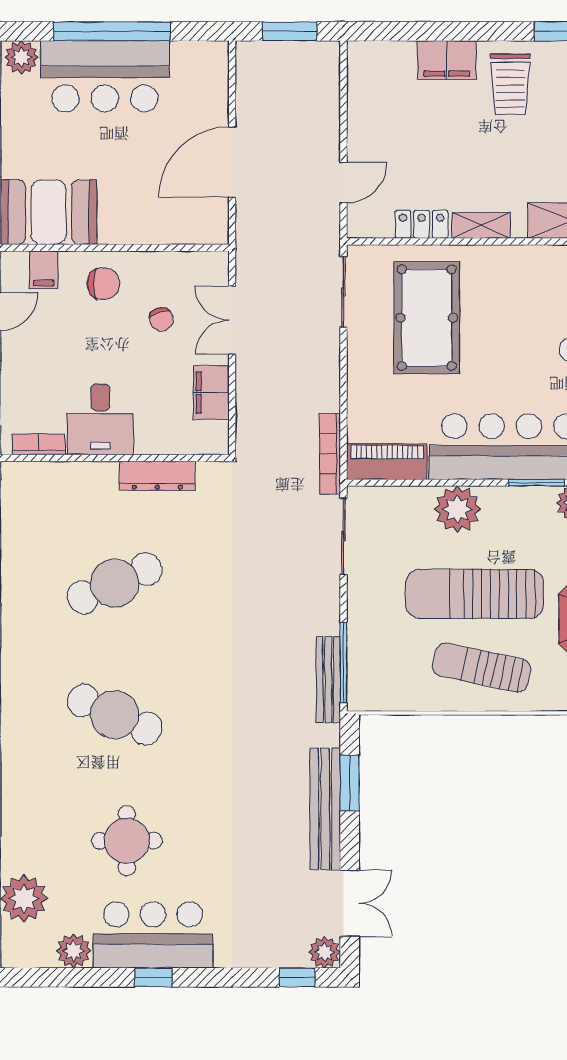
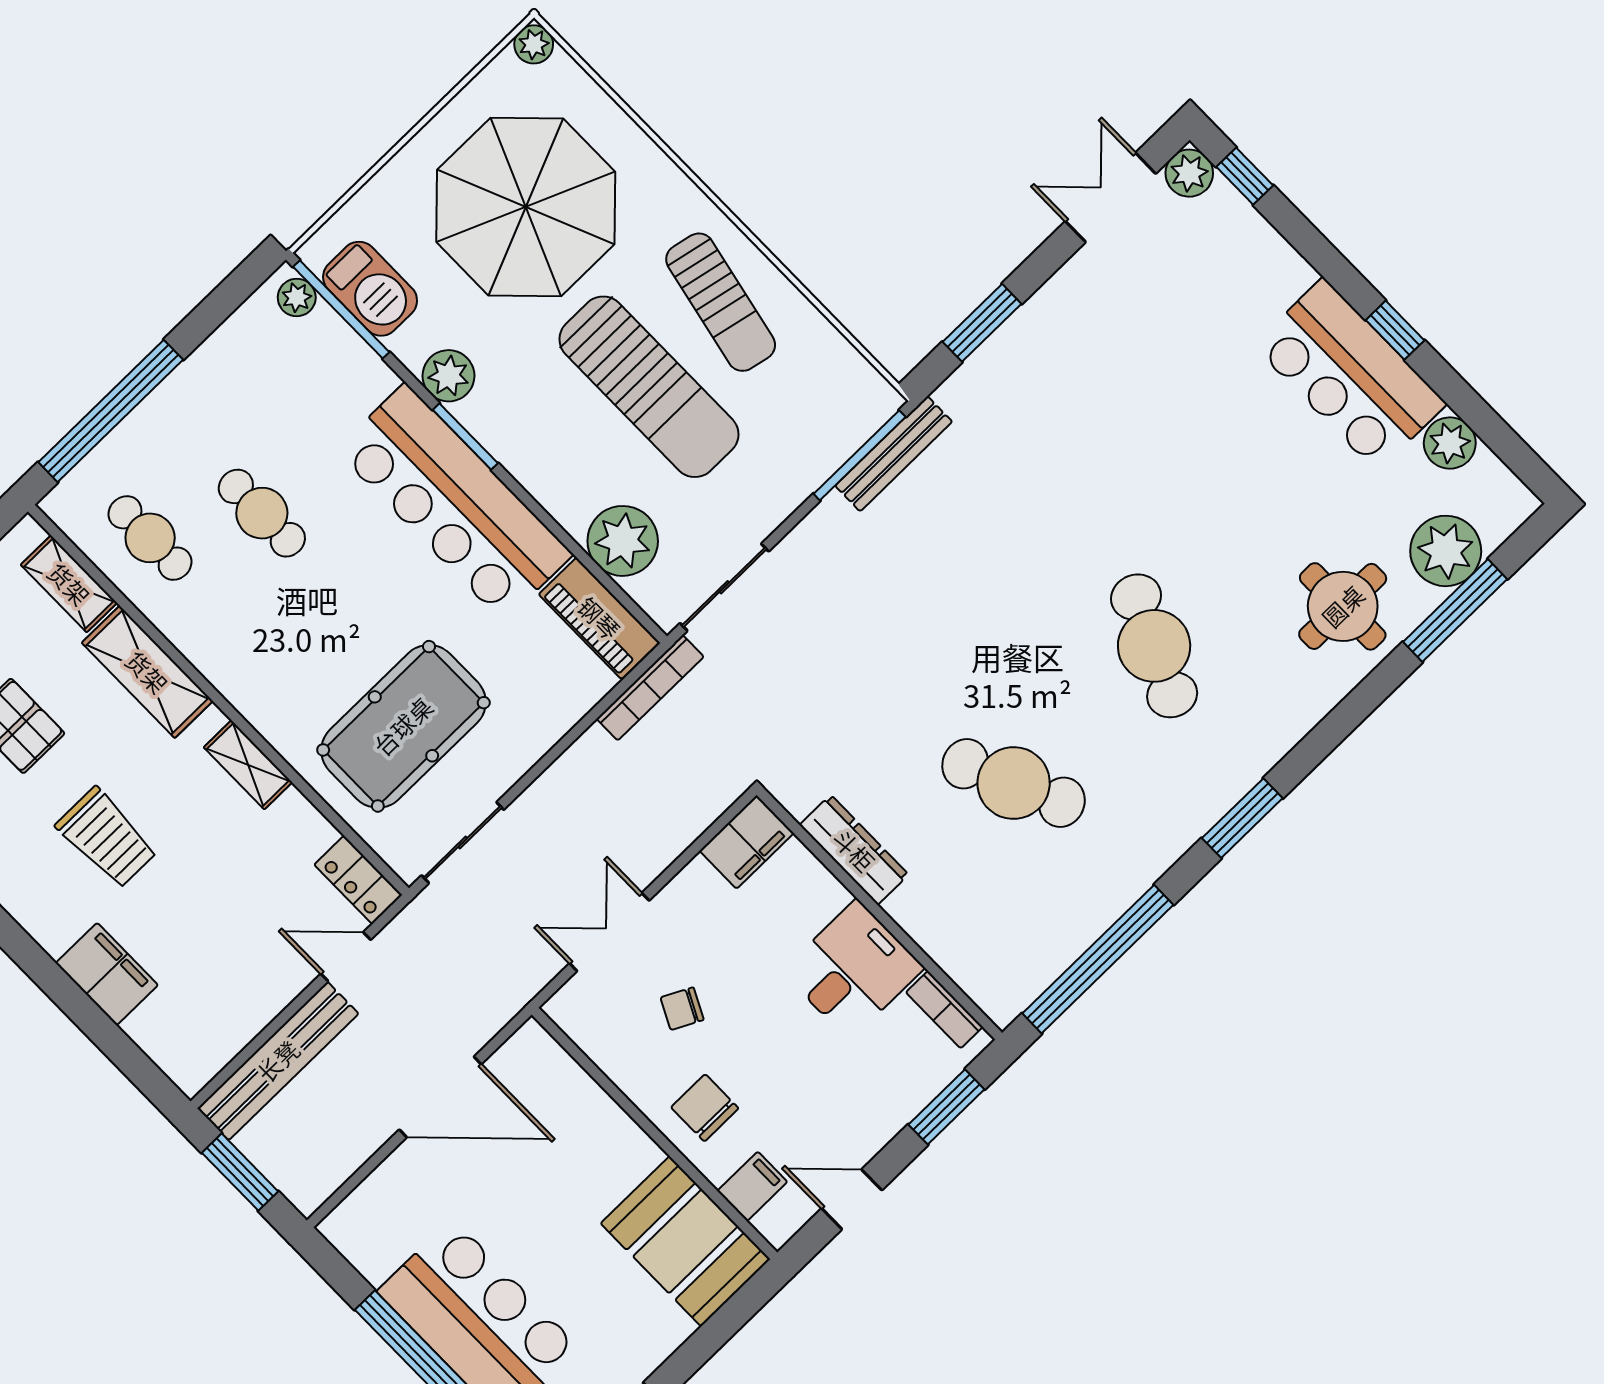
trolley: (510, 84) -> (107, 838), moved, turned 90
locker: (422, 224) -> (358, 880), moved
chair: (161, 319) -> (682, 1009), turned -136
double door: (232, 320) -> (609, 932), swing flipped
filing cabinet: (211, 393) -> (747, 842), moved
plant: (457, 509) -> (623, 541), moved
bench: (325, 809) -> (278, 1061), moved
round table: (127, 841) -> (1343, 606), moved

